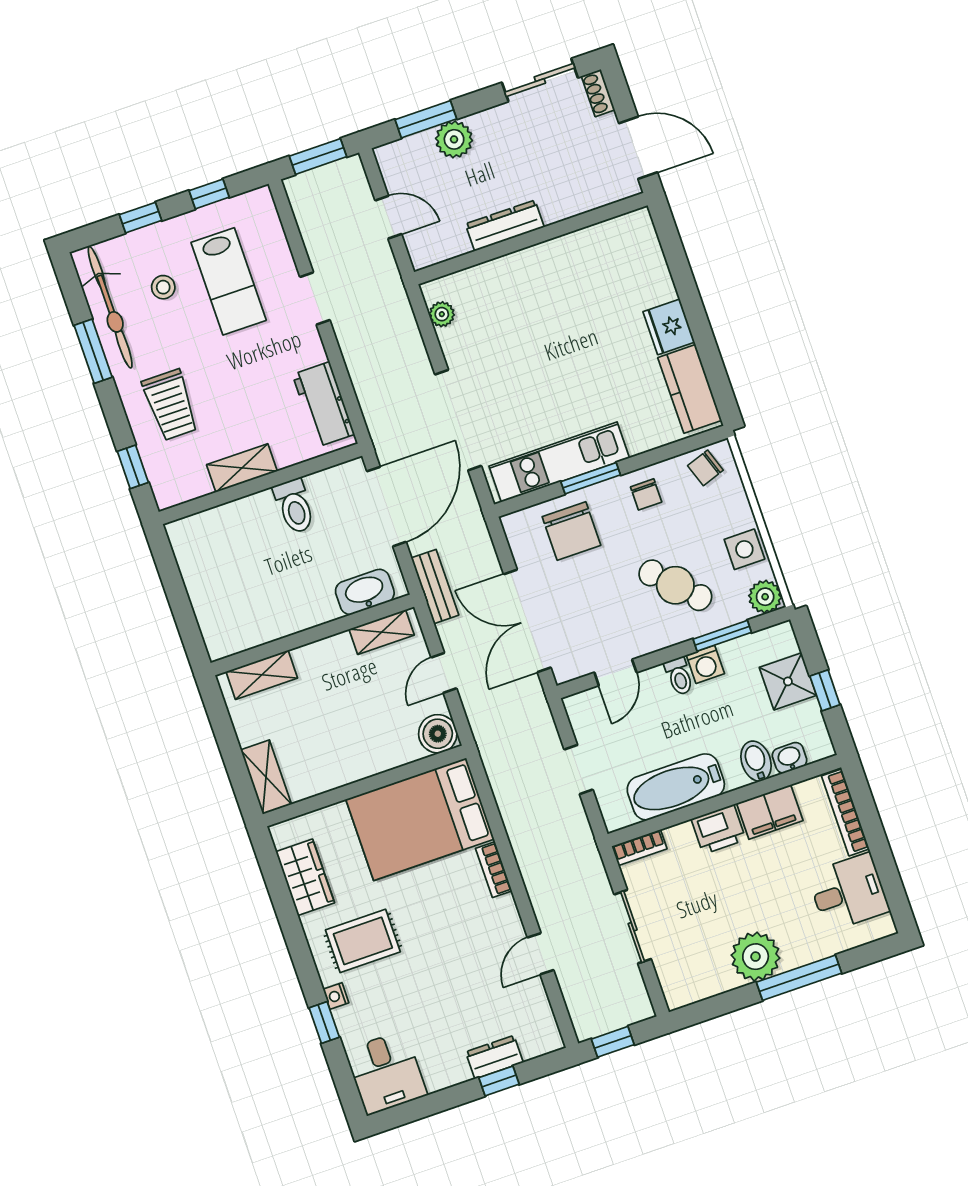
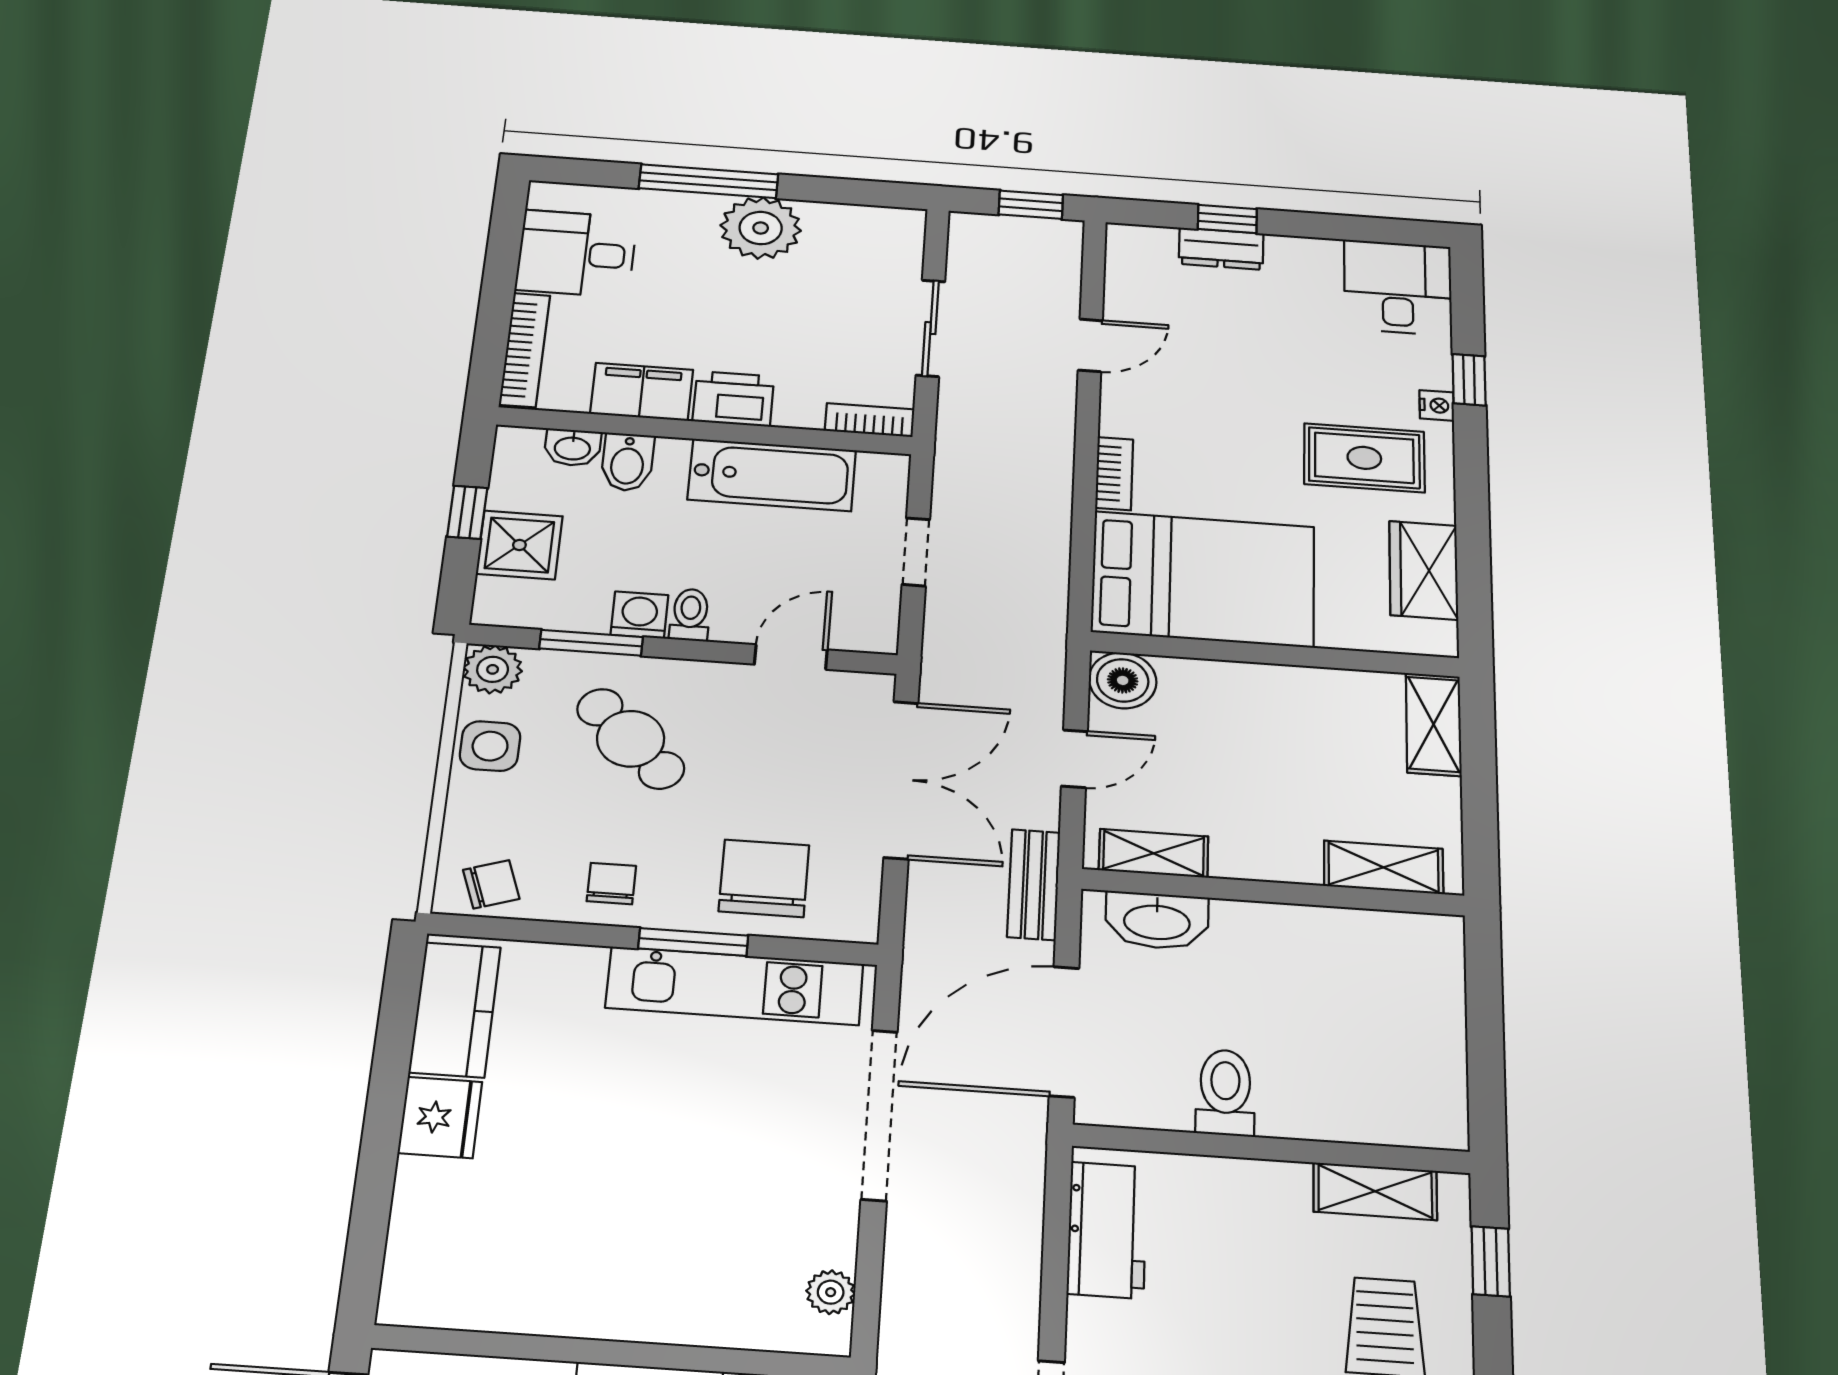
shelving: (242, 468) -> (1375, 1191), moved

